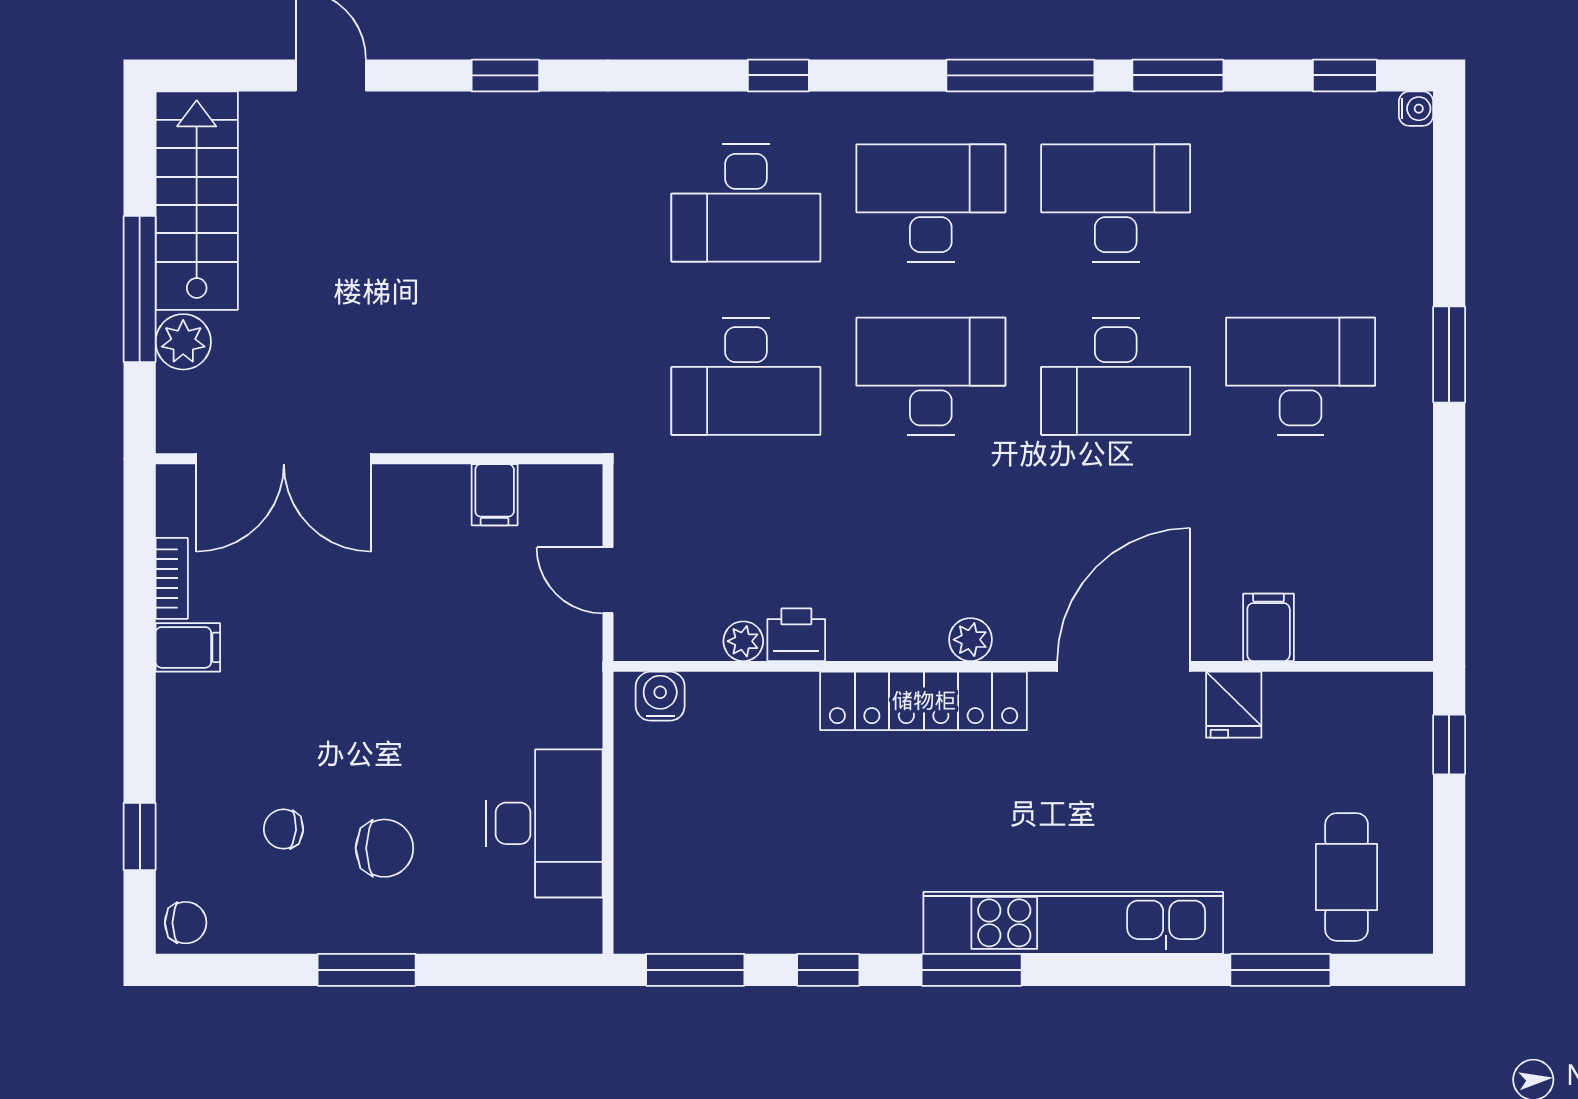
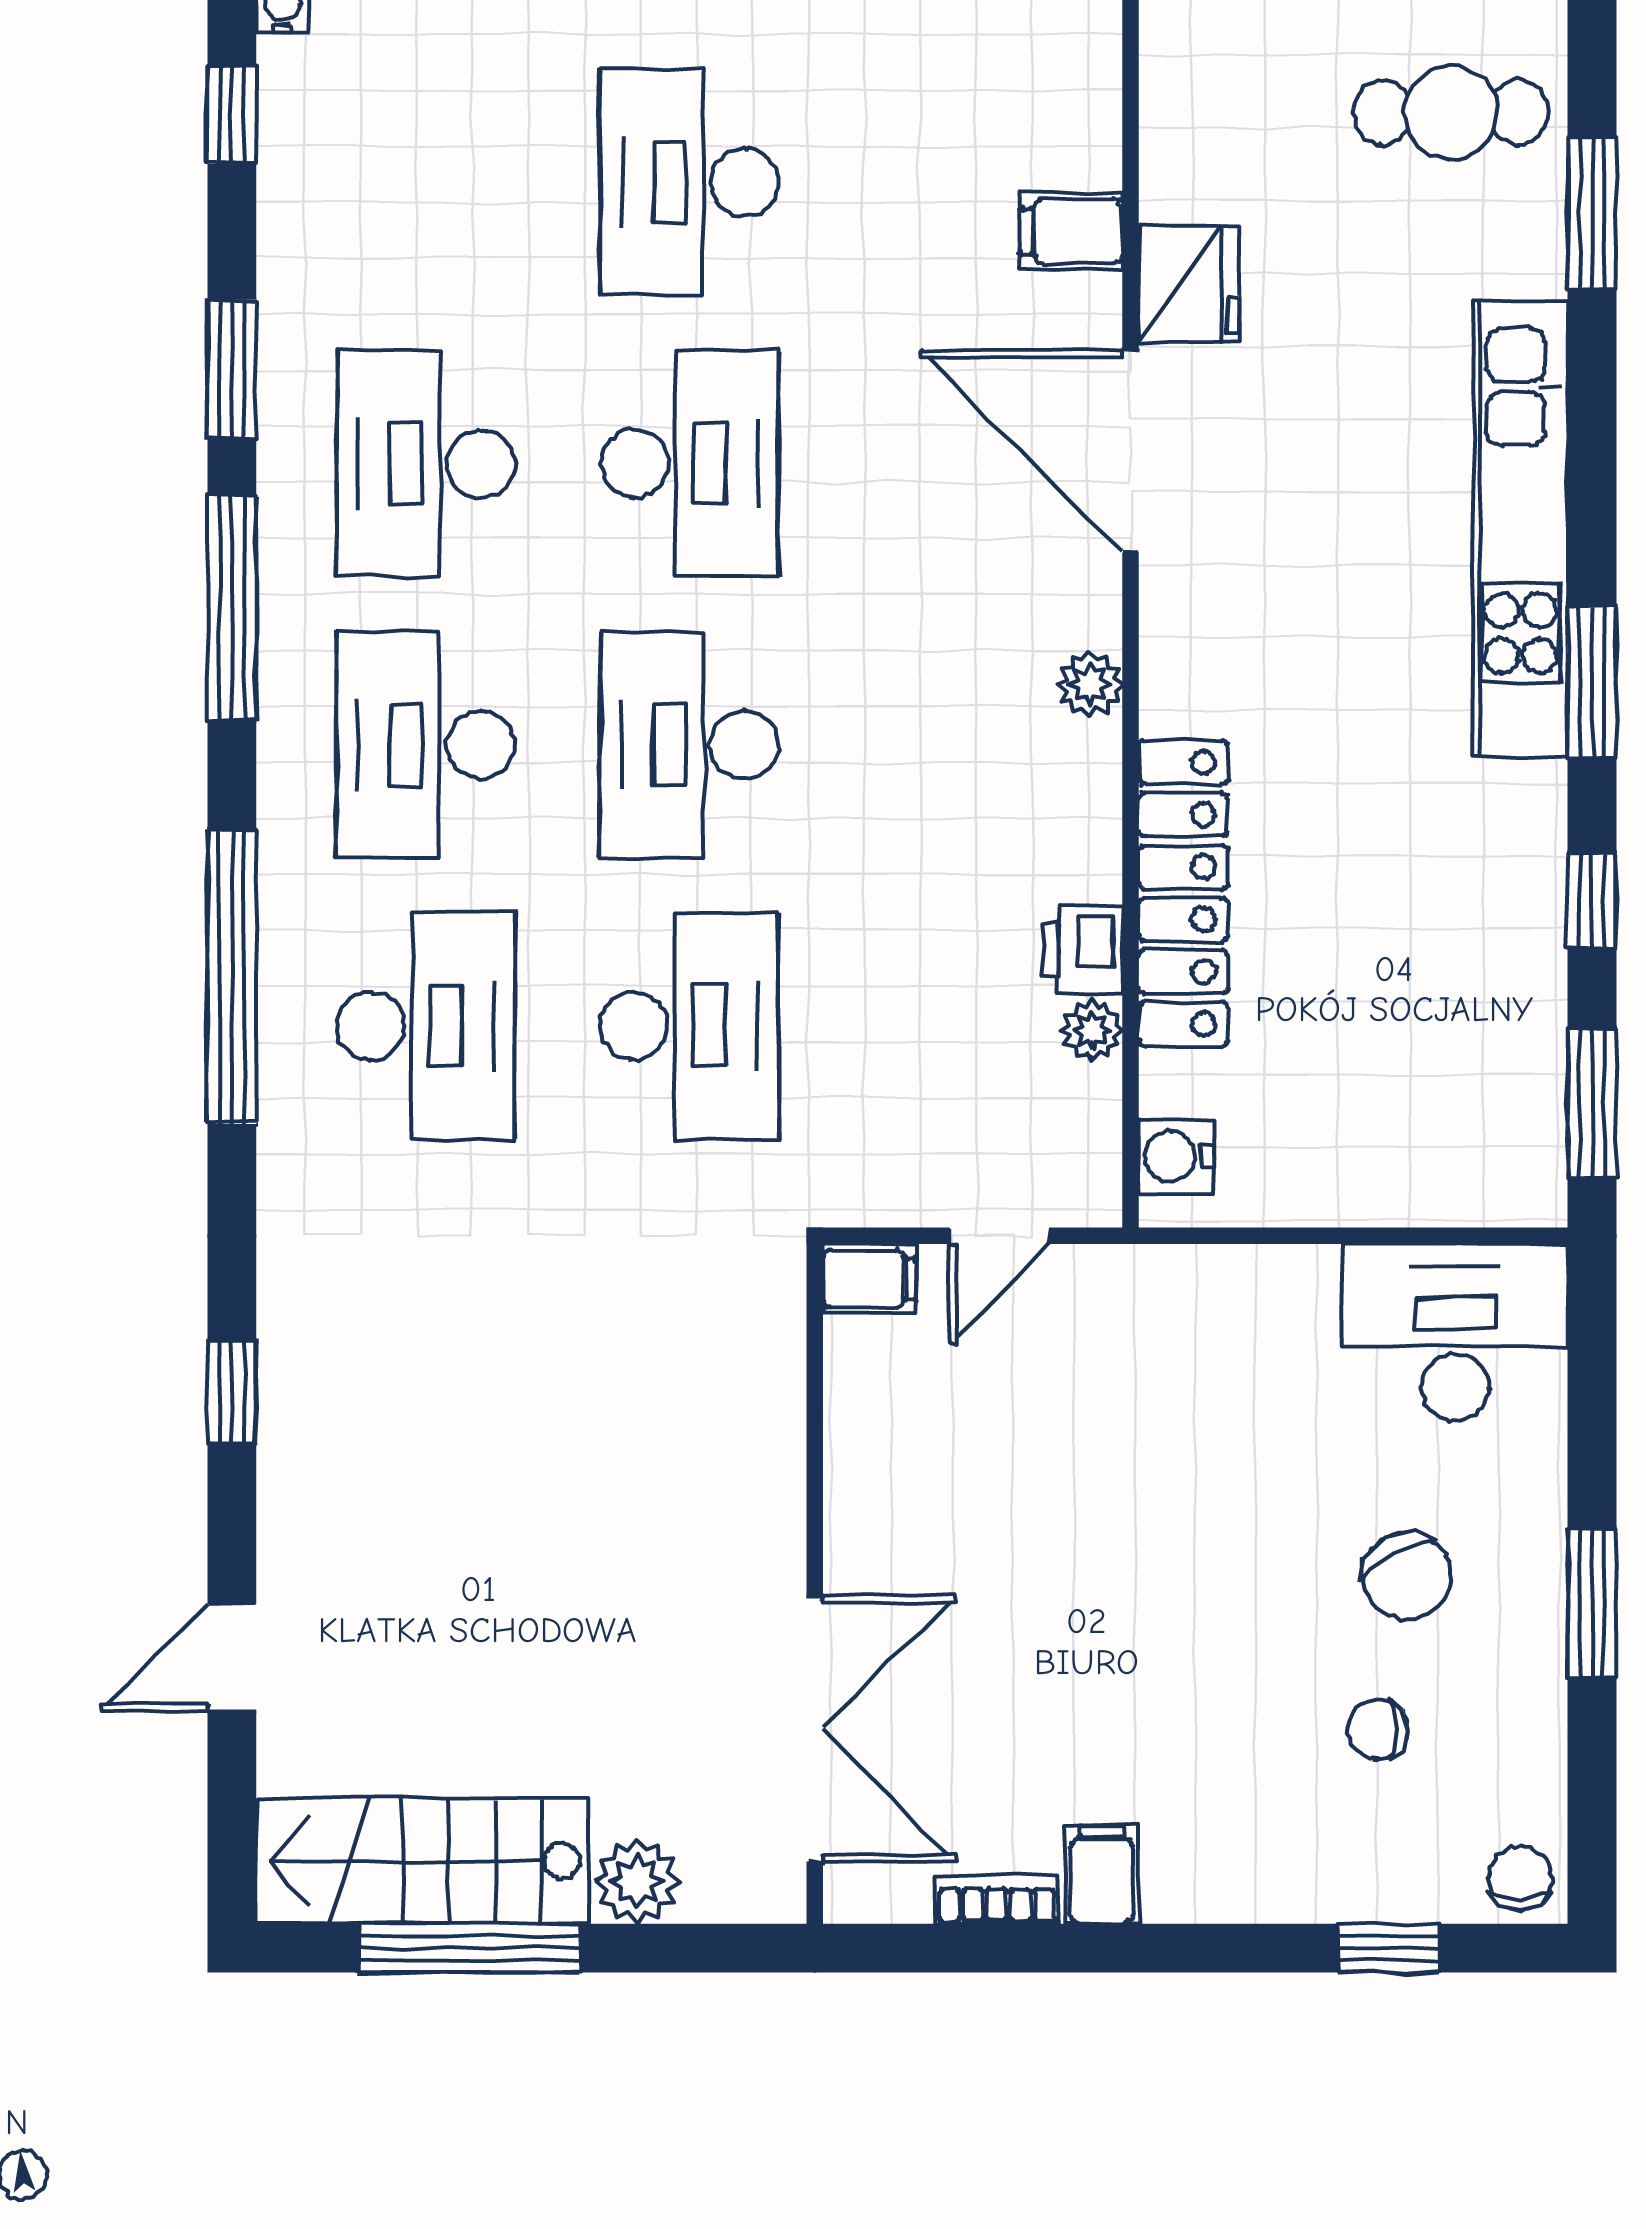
window: (778, 75) -> (232, 977), width x3.17
window: (140, 289) -> (469, 1948), moved
filing cabinet: (495, 495) -> (869, 1279), moved
locker: (924, 701) -> (1183, 893), moved
fridge: (1234, 705) -> (1189, 284), width x1.38
desk: (544, 823) -> (1455, 1332), moved
chair: (283, 829) -> (1378, 1729), turned 86
chair: (384, 848) -> (1407, 1576), turned 152

